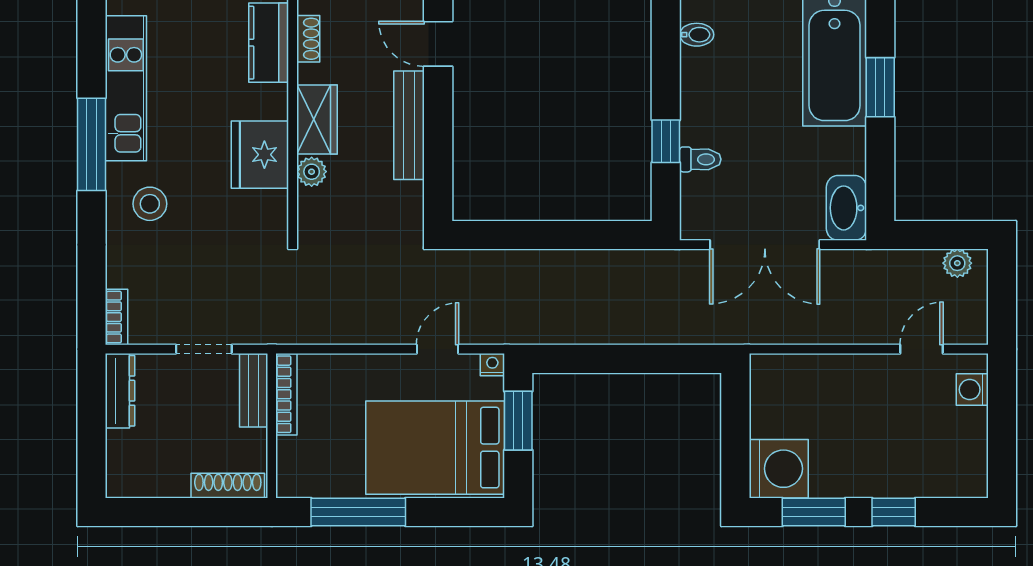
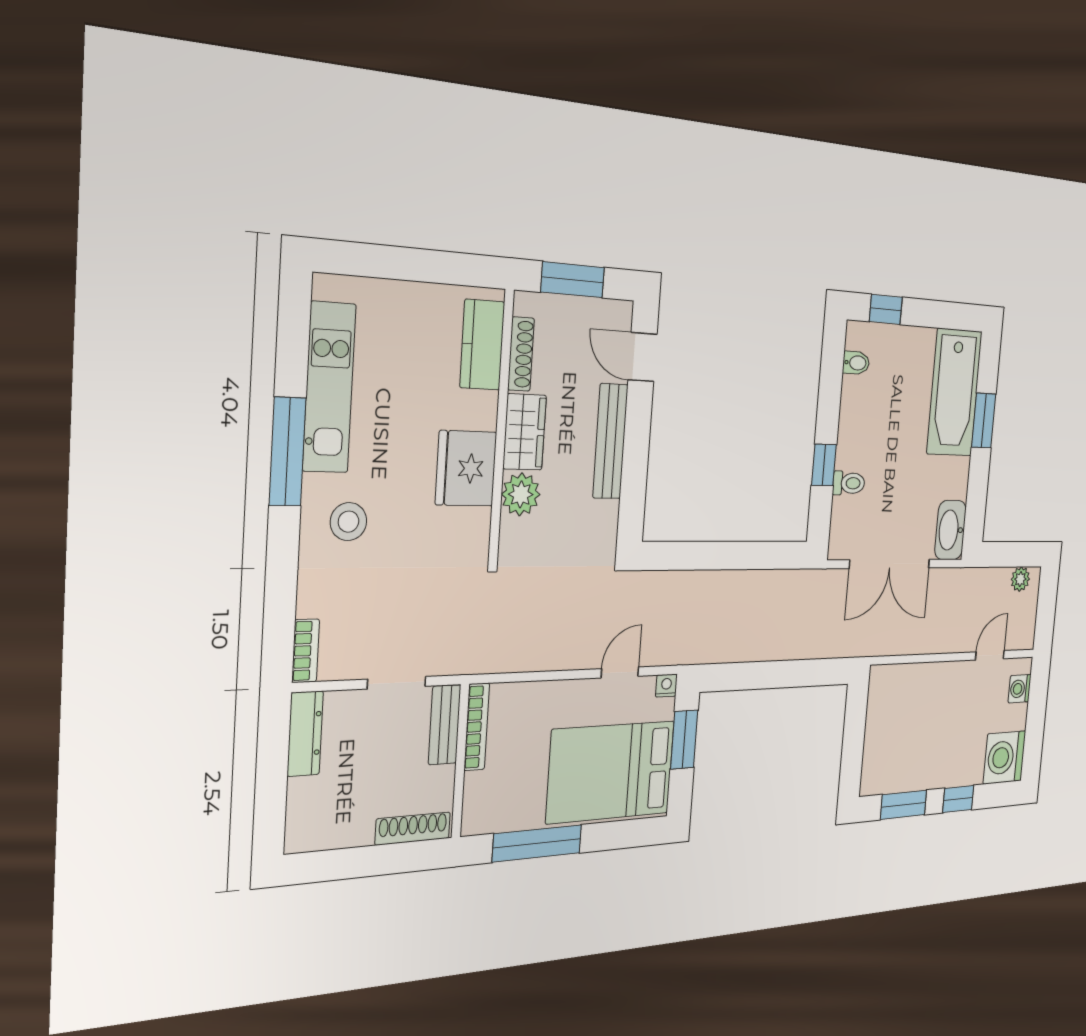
shoe rack: (308, 39) -> (521, 354), width x1.43
plant: (312, 172) -> (521, 494), width x1.38, depth x1.38
washing machine: (779, 469) -> (1005, 757), moved, turned 180

